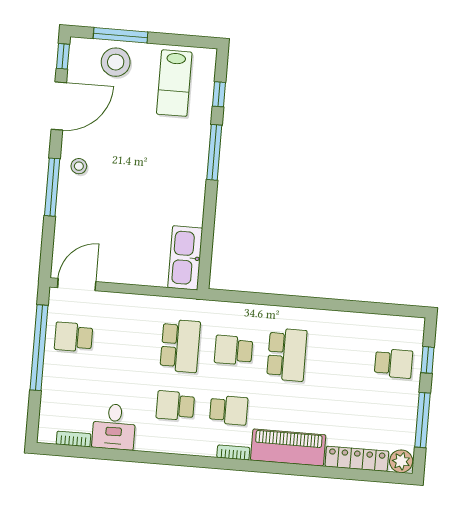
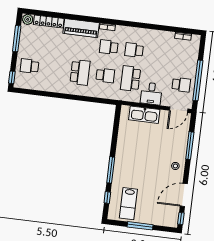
window: (120, 35) -> (140, 226), moved
stool: (116, 62) -> (156, 215), removed
lab bench: (174, 83) -> (128, 204), turned 180
window: (52, 187) -> (190, 146), moved
kitchen sink: (185, 258) -> (144, 115), moved, turned 90
school desk: (287, 355) -> (80, 72), turned 180
window: (428, 360) -> (12, 77), moved
school desk: (175, 406) -> (134, 50), turned 180
desk: (114, 427) -> (151, 93), moved, turned 180

